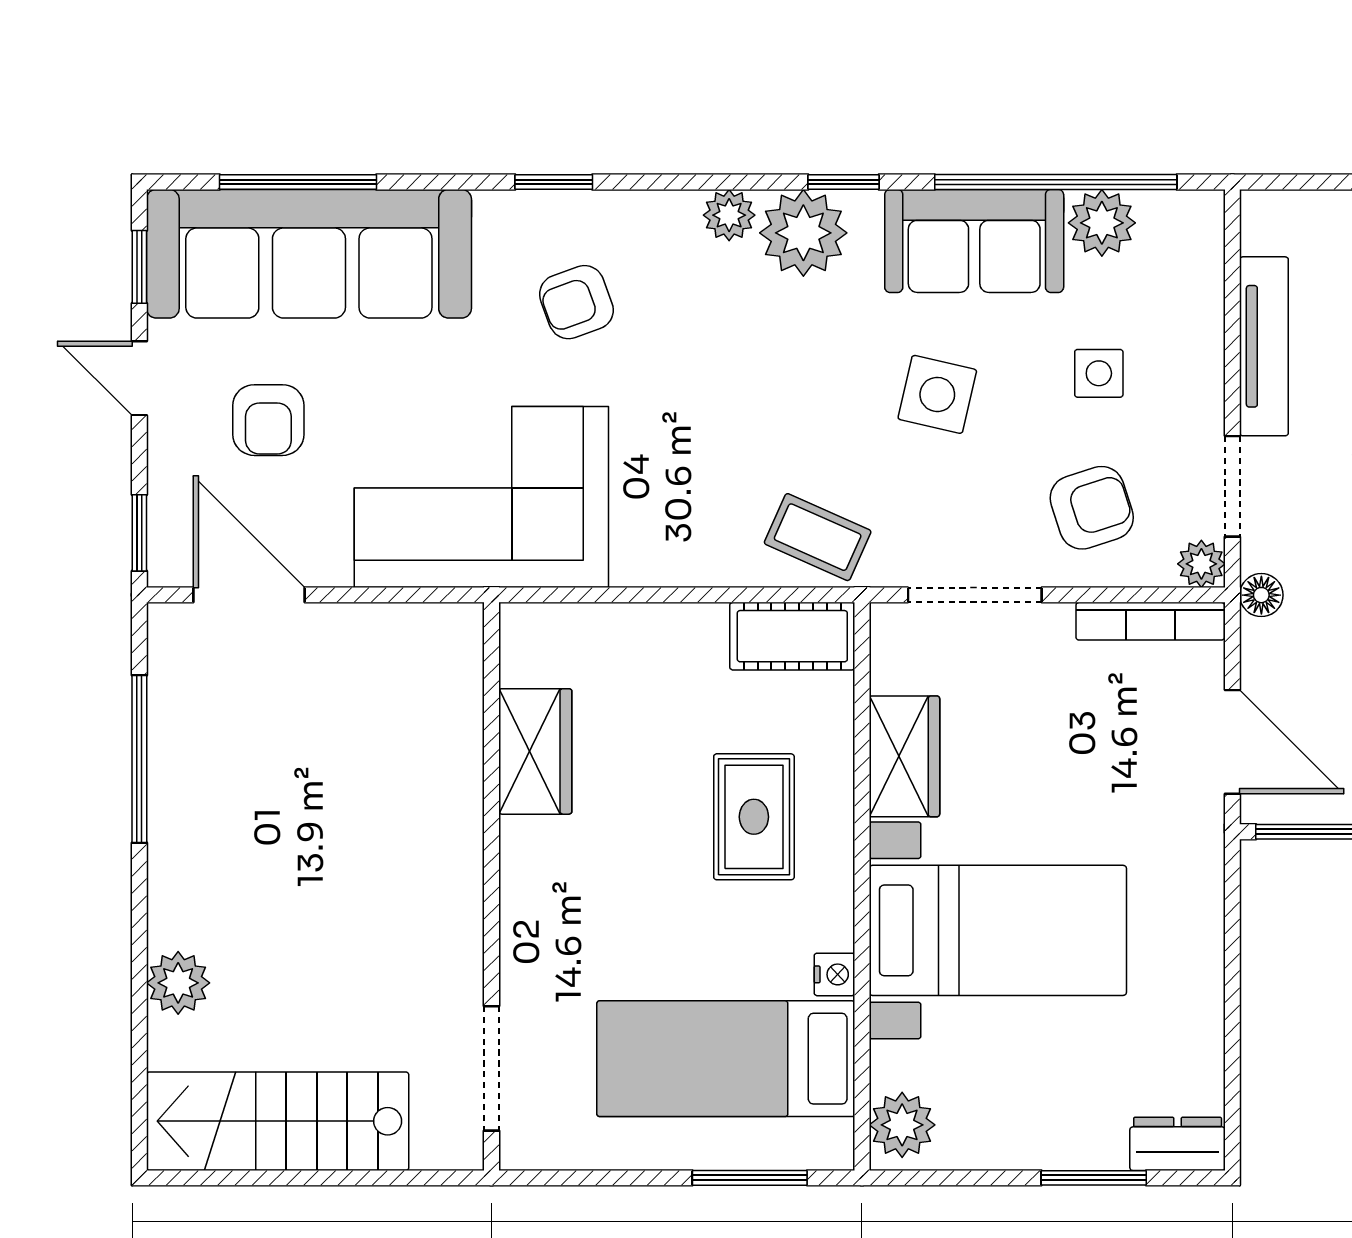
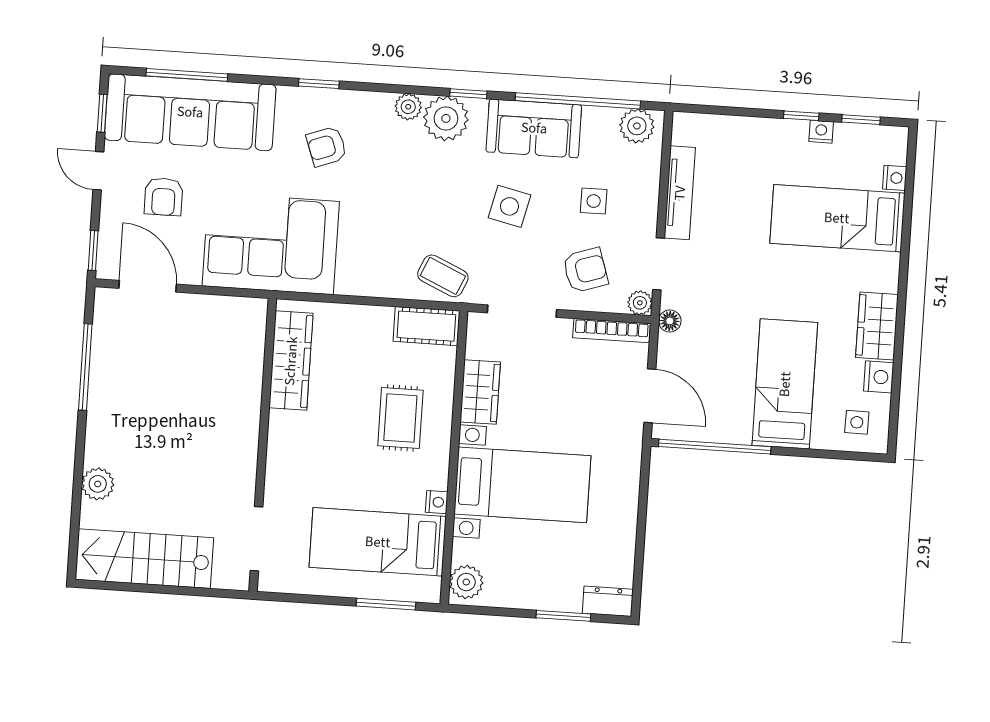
plant: (1102, 223) -> (637, 126), moved
wardrobe: (535, 751) -> (291, 361), width x1.50

